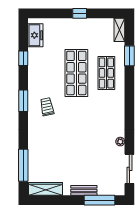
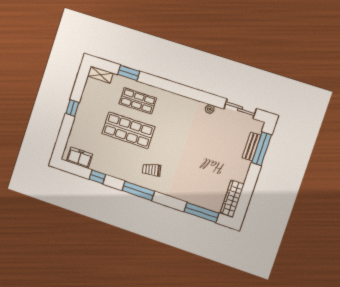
window: (23, 101) -> (138, 191), width x1.44
bench: (84, 190) -> (251, 147), moved

